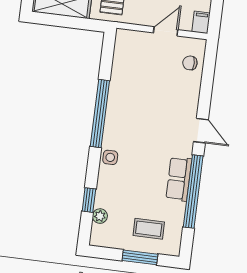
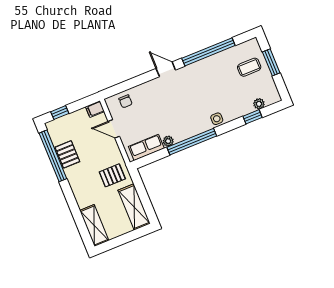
plant: (116, 86) -> (168, 141), added
door: (201, 131) -> (166, 69), hinge flipped
row of seats: (179, 179) -> (146, 147), moved, turned 180
coffee table: (149, 229) -> (249, 67), turned 90

